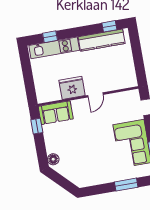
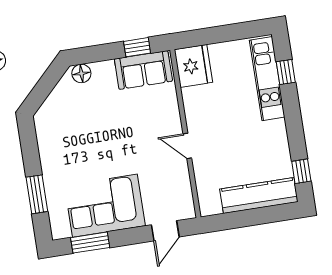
kitchen counter: (102, 40) -> (259, 195), moved, turned 90
fridge: (72, 88) -> (193, 66), moved
sofa: (56, 113) -> (143, 70), moved, turned -90

